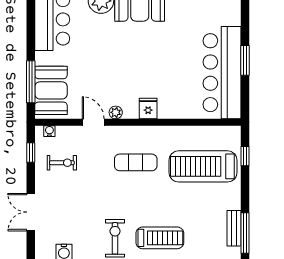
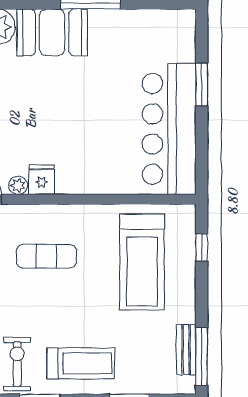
window: (245, 60) -> (202, 85), moved
fridge: (148, 109) -> (42, 180), moved
treadmill: (203, 166) -> (142, 262), turned -90

